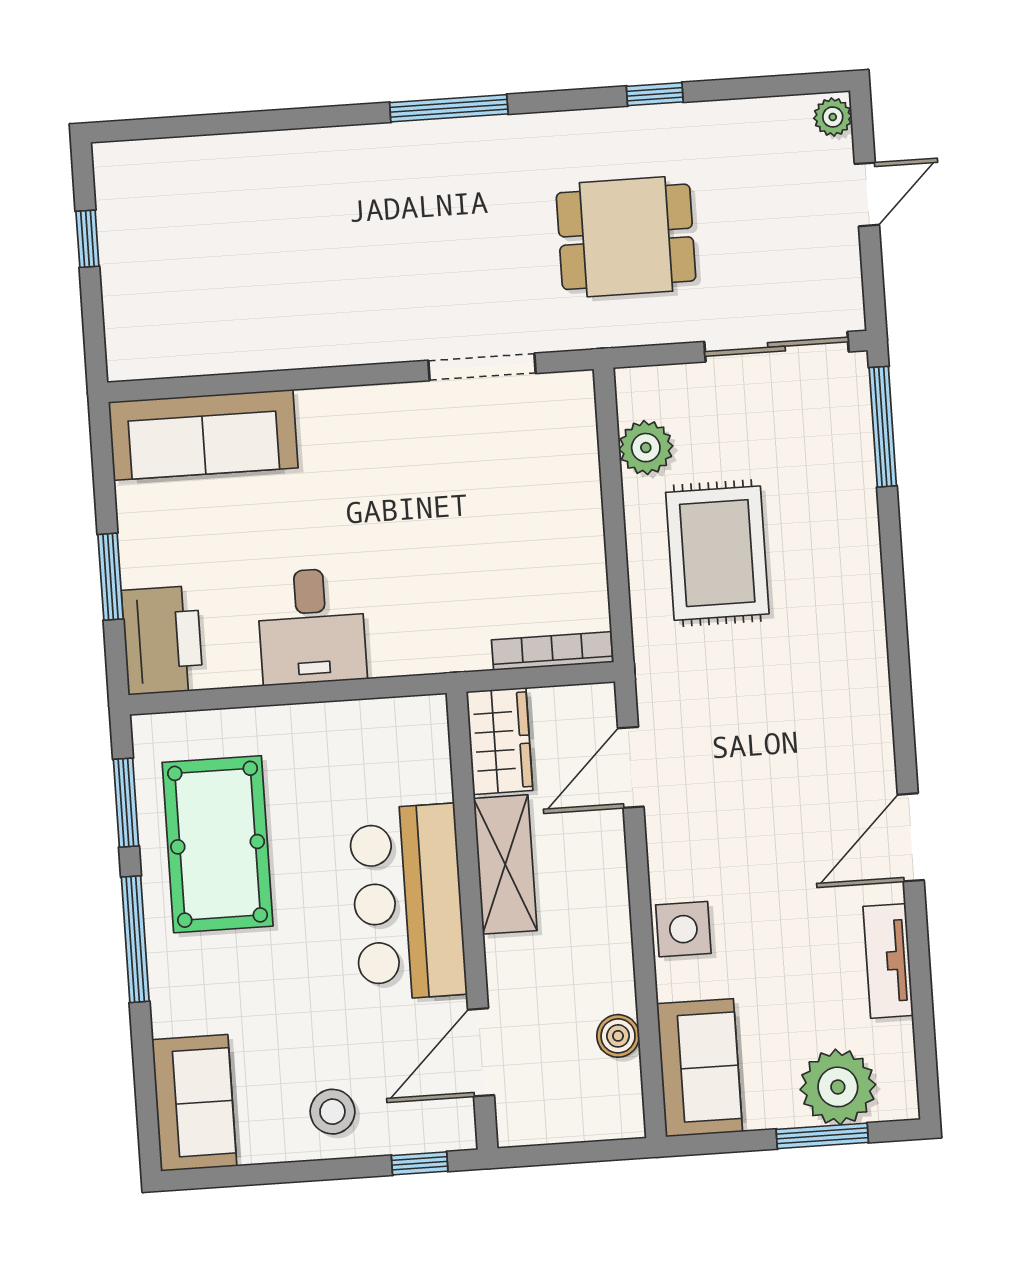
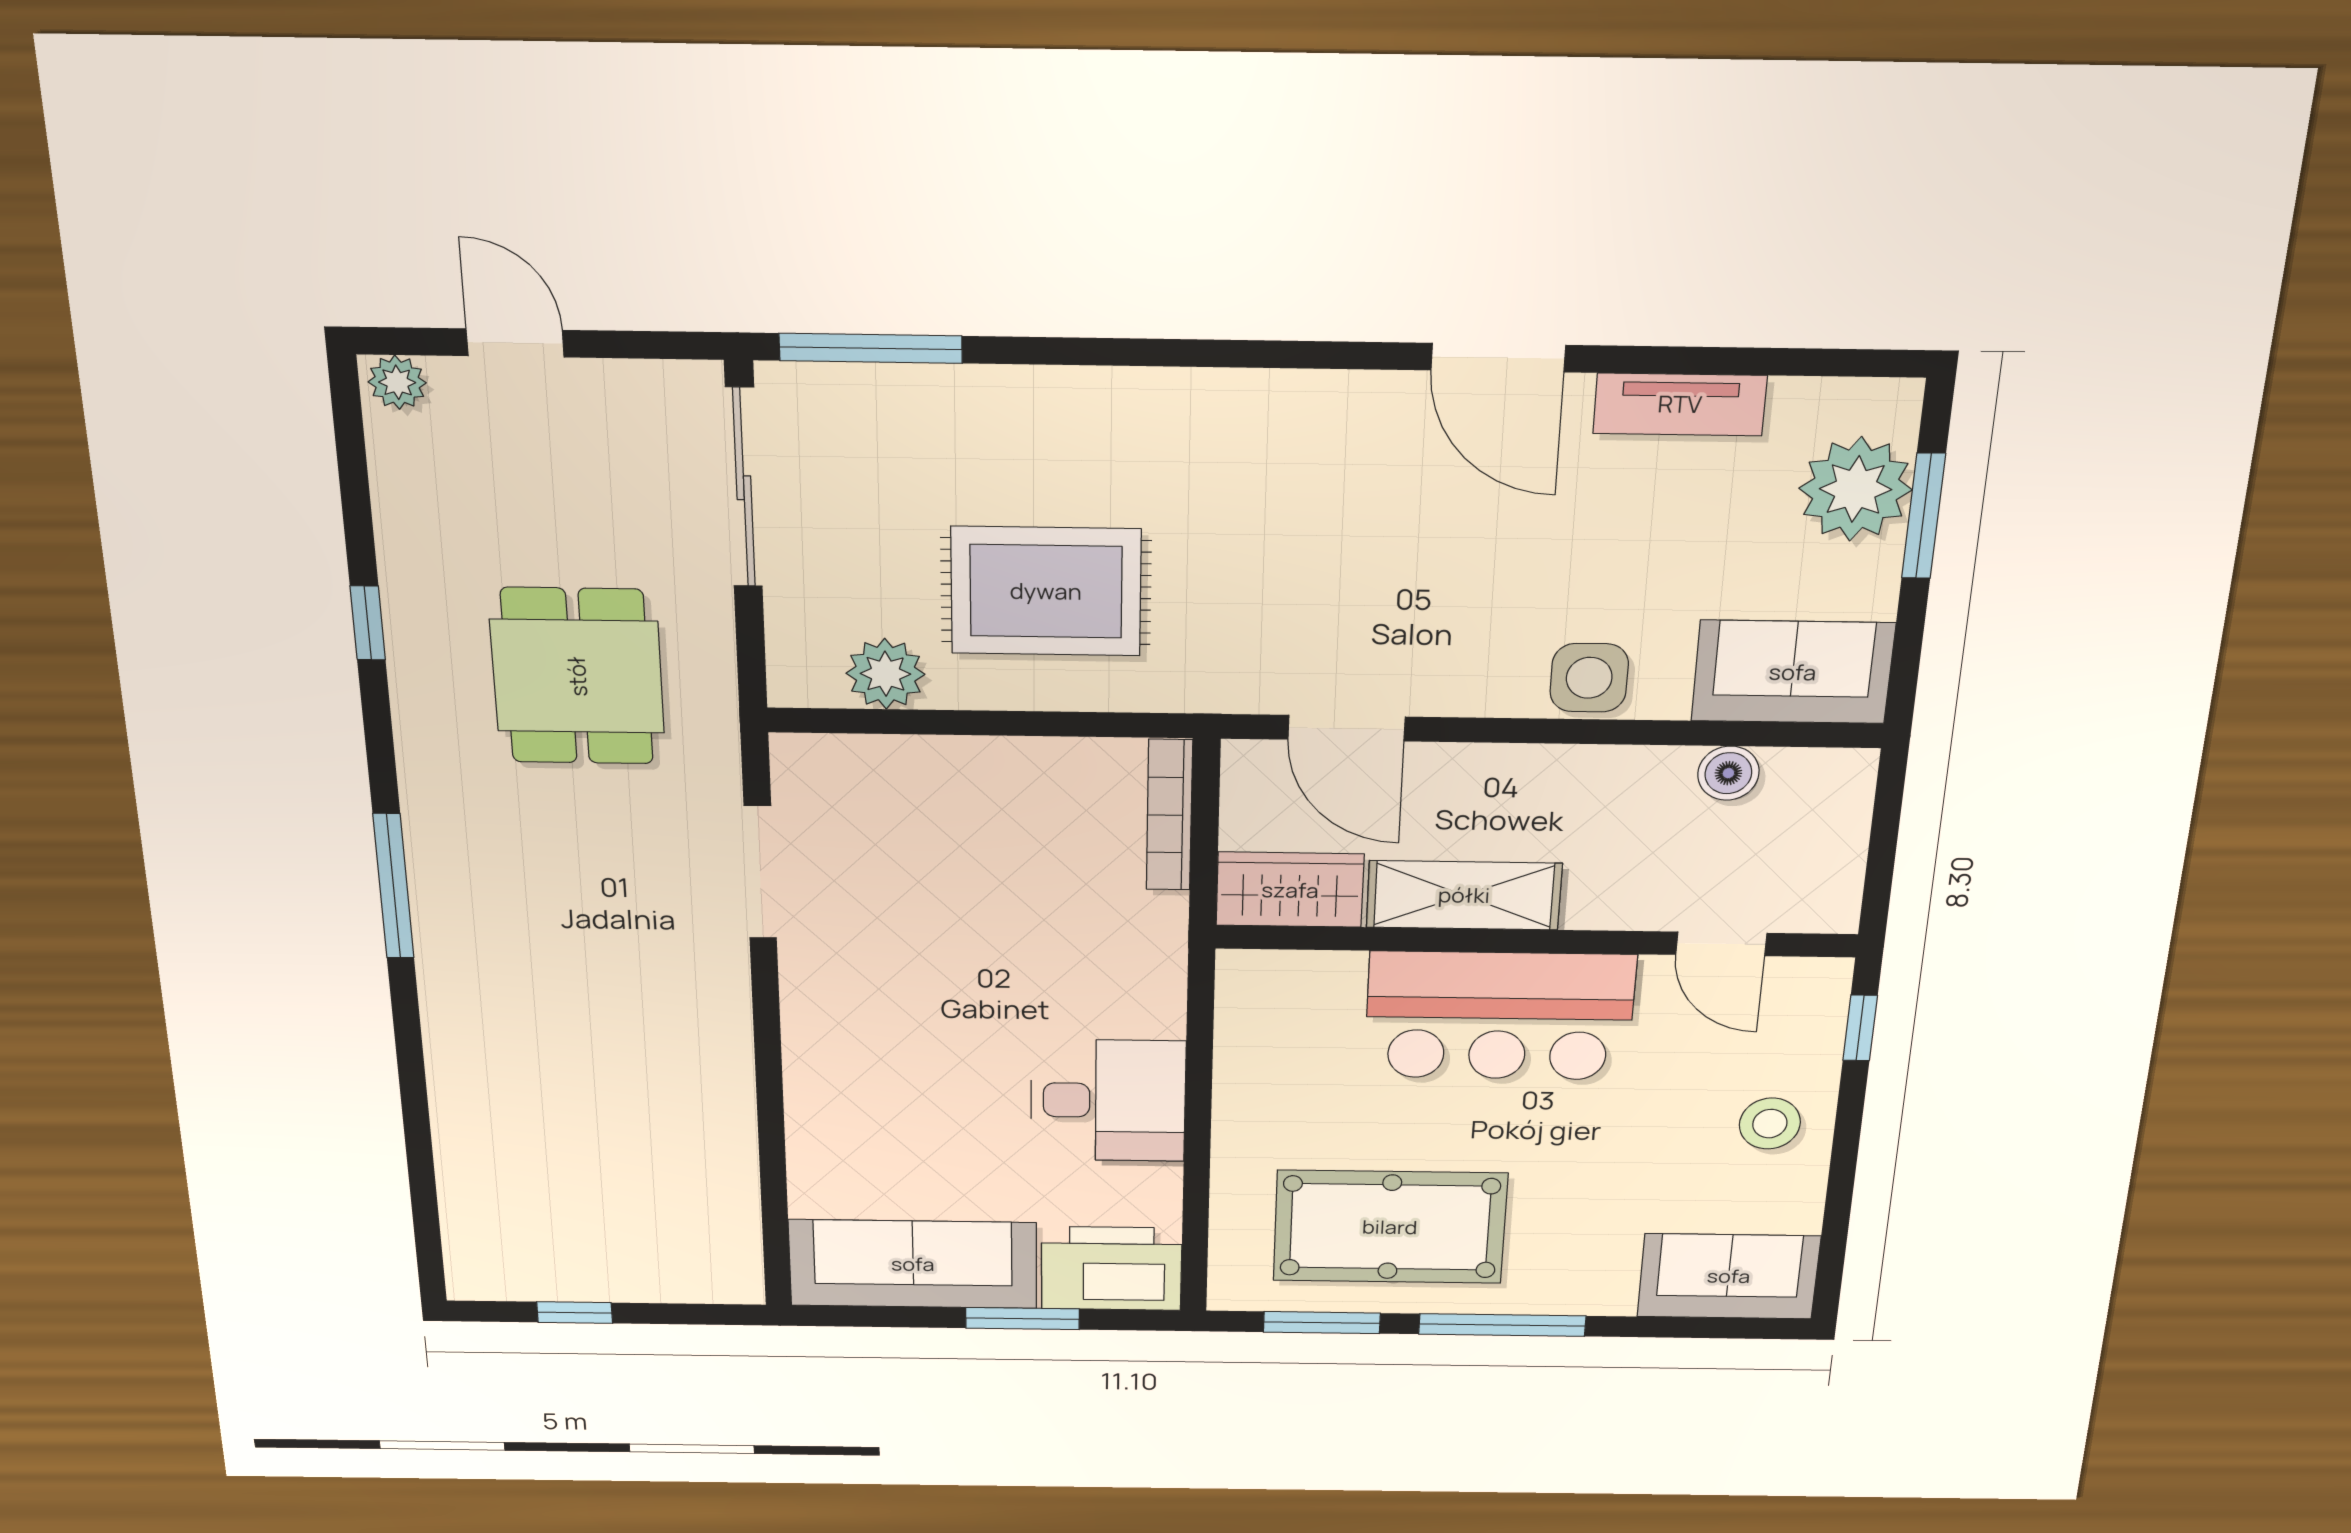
sofa: (203, 435) -> (913, 1264), moved, turned -90
door: (481, 1052) -> (1721, 944), width x0.73

